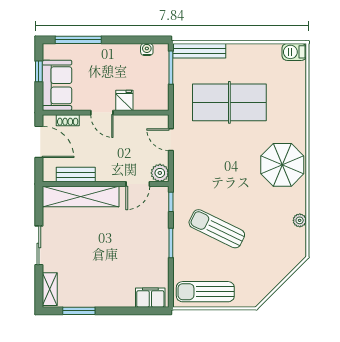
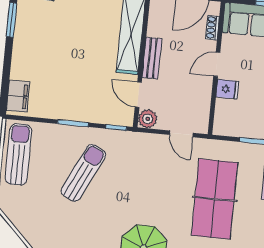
door: (171, 140) -> (181, 134), swing flipped
bench: (76, 175) -> (152, 58), moved

